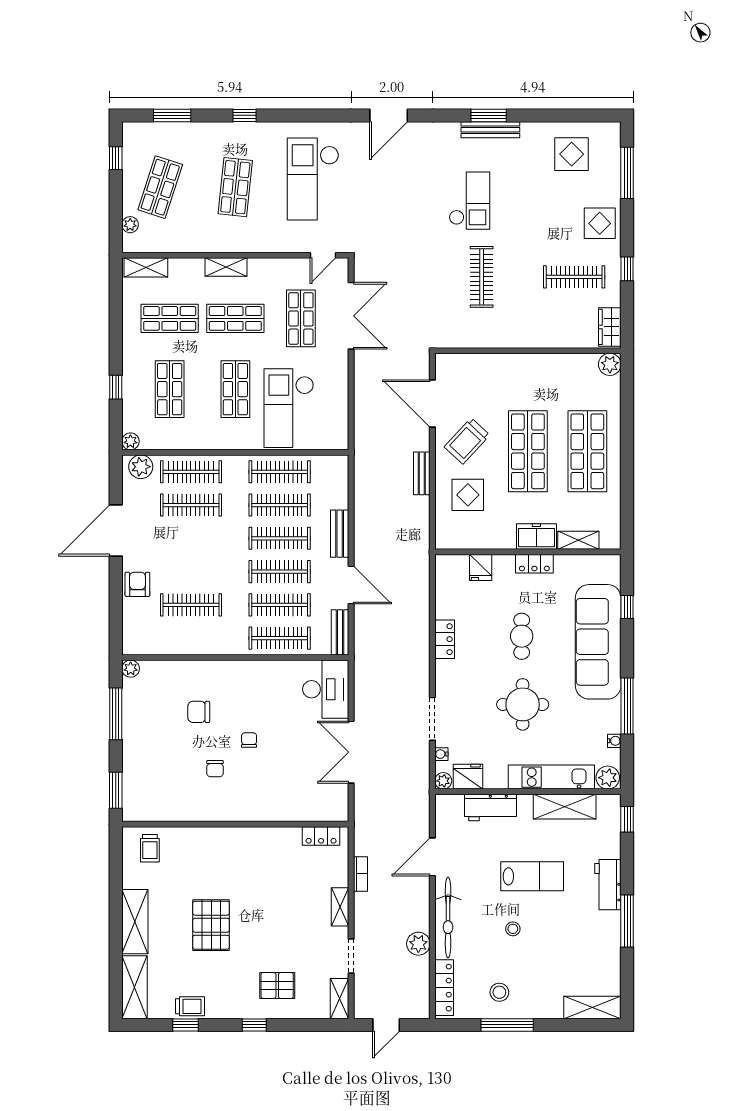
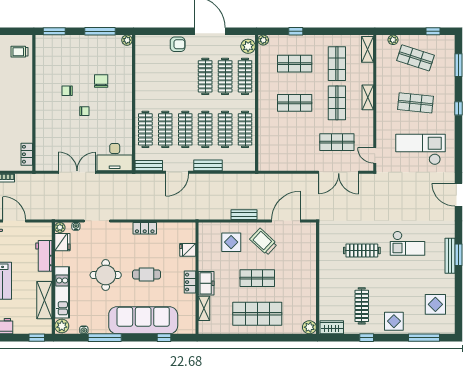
checkout: (289, 408) -> (283, 135), removed
shop shelf: (528, 451) -> (257, 278), width x0.70, depth x0.74
clothes rail: (191, 605) -> (205, 76), moved

